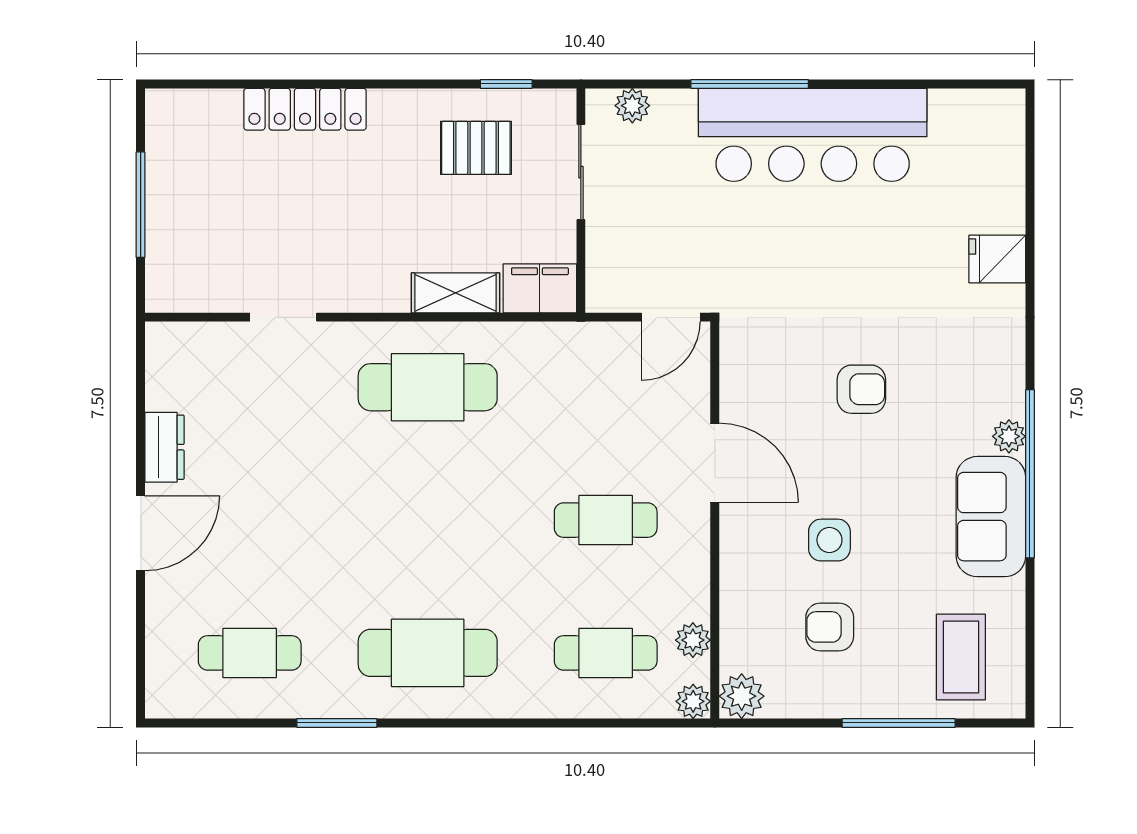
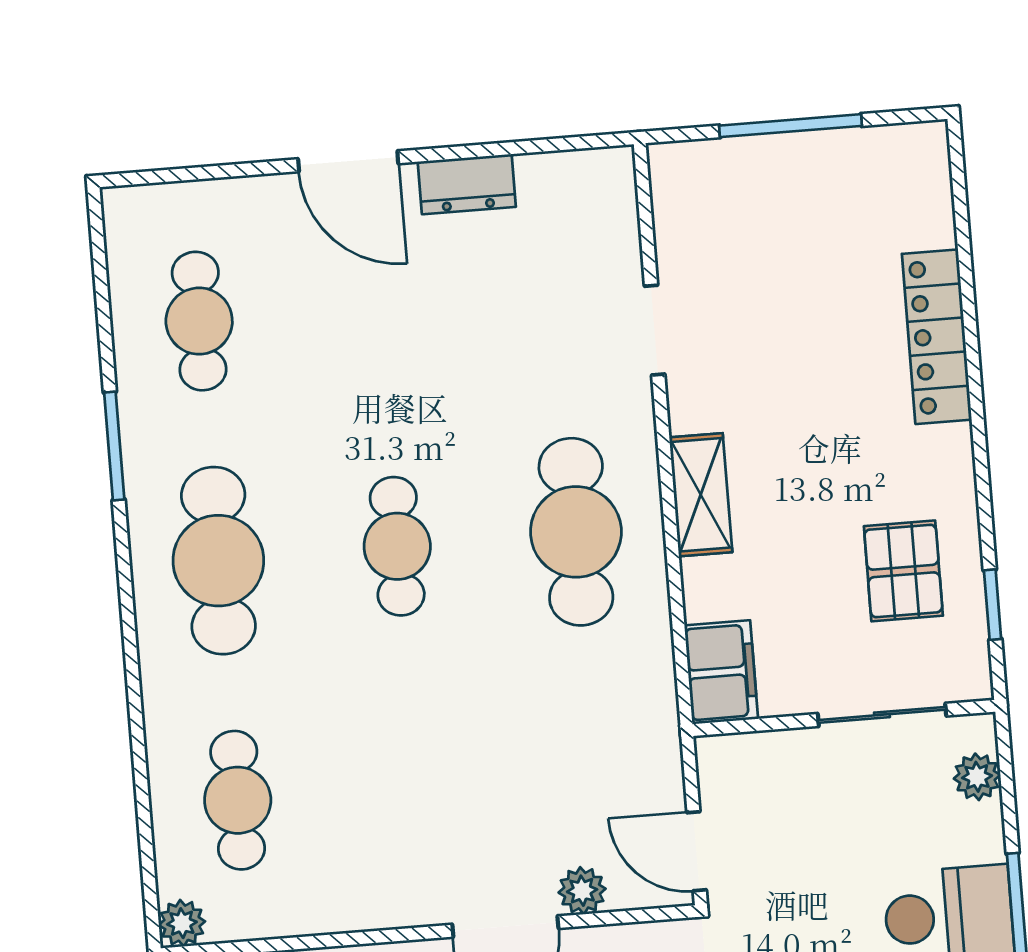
shelving: (455, 293) -> (701, 495), moved
cafe table: (606, 520) -> (397, 546), moved
plant: (693, 640) -> (582, 891), moved

